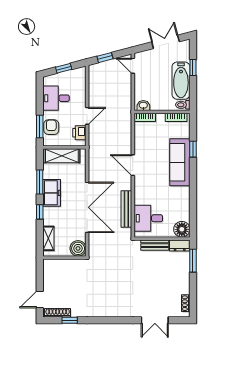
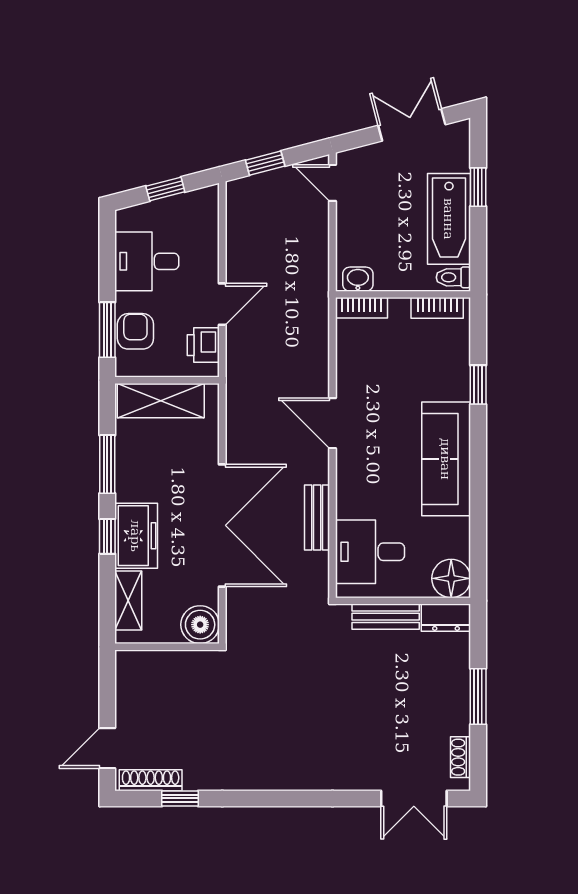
sofa: (180, 162) -> (446, 459), moved
freezer: (52, 193) -> (136, 536), moved
bench: (126, 209) -> (317, 517), width x0.73
window: (193, 261) -> (478, 697), moved
double door: (155, 320) -> (414, 798), moved

